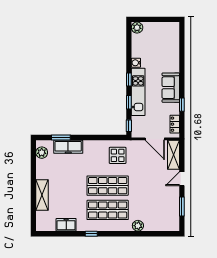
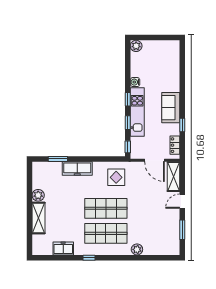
freezer: (68, 147) -> (77, 168), moved
plant: (42, 153) -> (38, 195), moved

